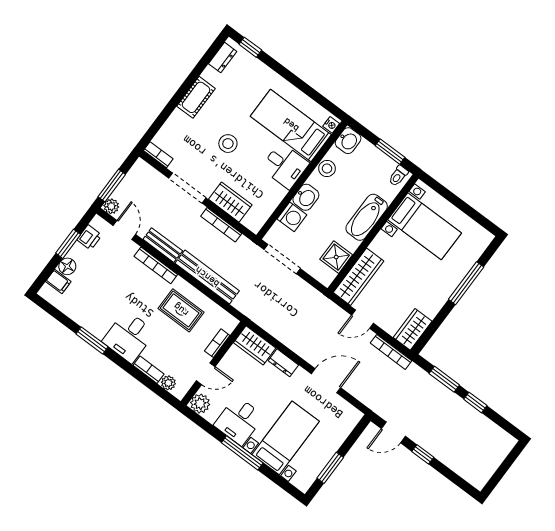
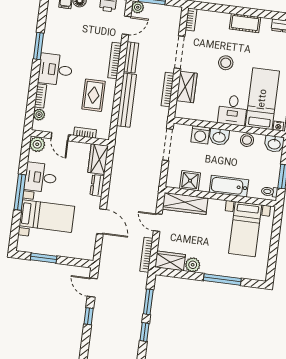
plant: (431, 307) -> (193, 265), added

